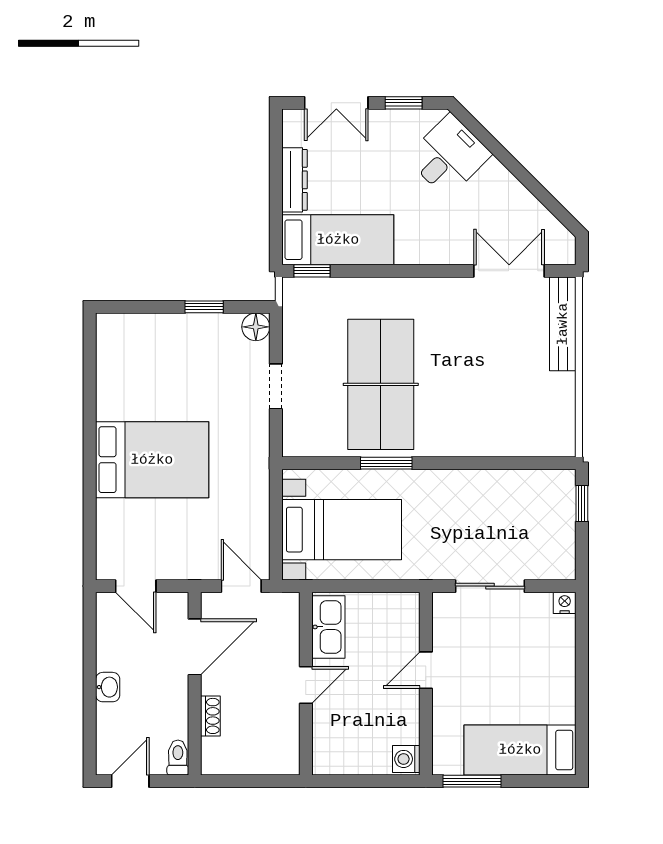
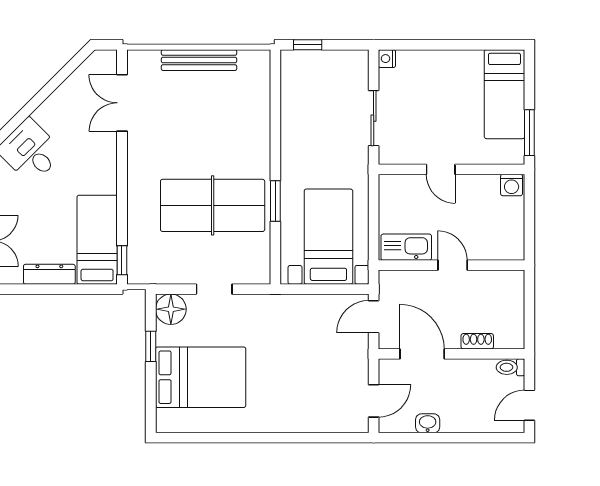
bench: (563, 324) -> (199, 60), moved
floor lamp: (256, 327) -> (171, 309), width x1.38, depth x1.38
bed: (152, 460) -> (201, 377), moved, turned 90
washbasin: (108, 687) -> (428, 423), moved
door: (130, 781) -> (529, 405), hinge flipped

